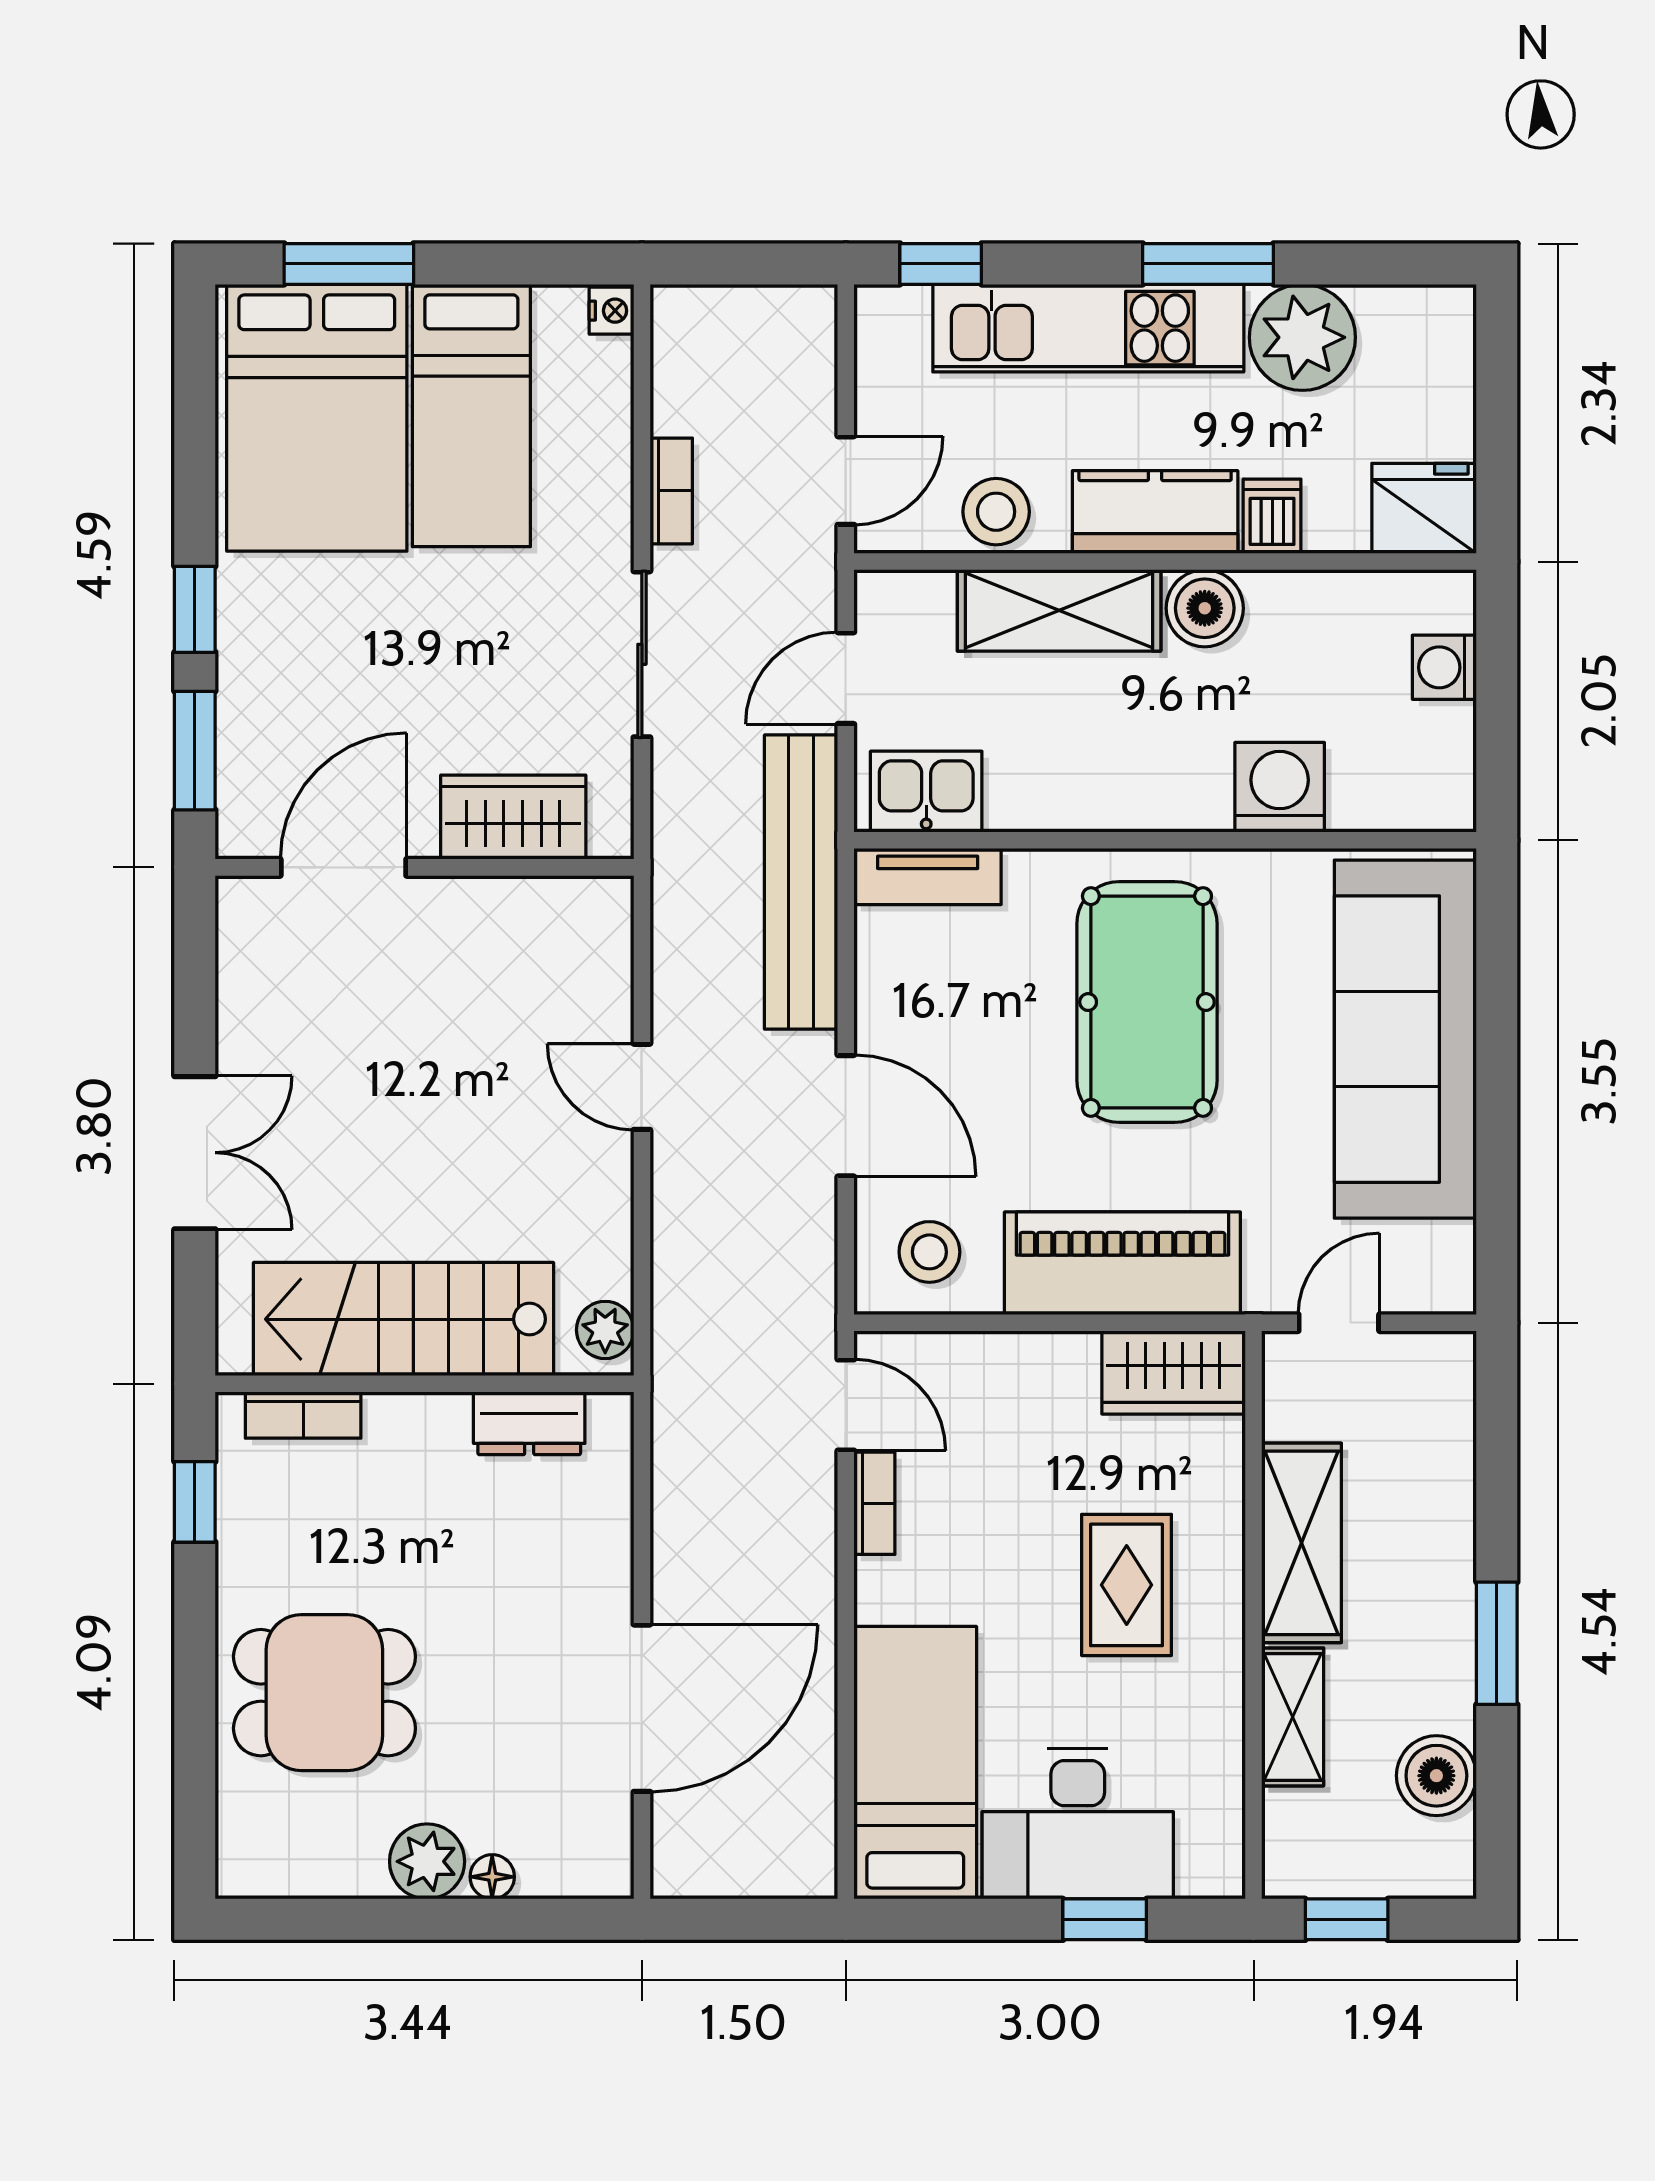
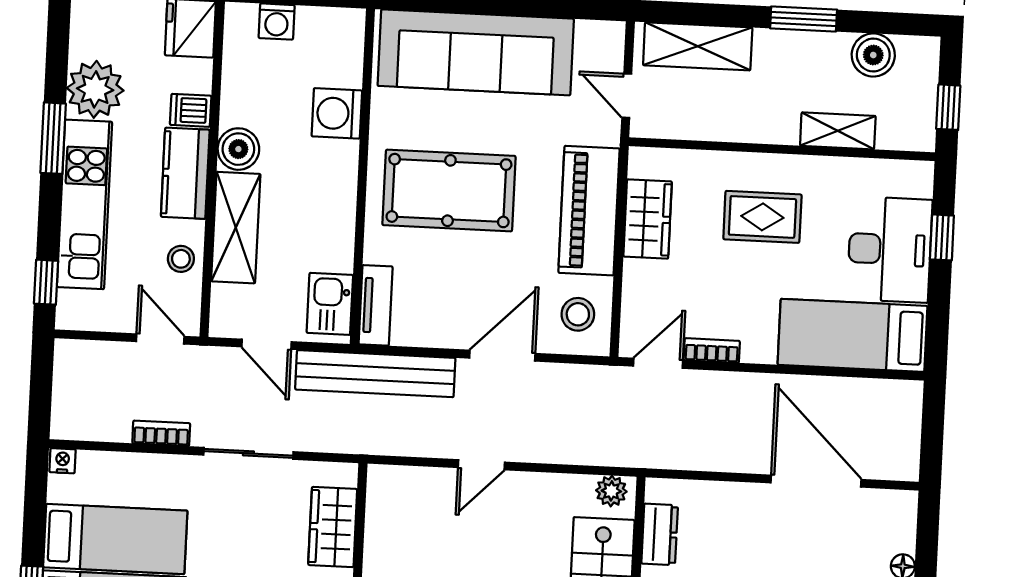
stool: (996, 512) -> (181, 259), width x0.73, depth x0.73
wardrobe: (1174, 1372) -> (648, 219), moved
shelving: (1302, 1543) -> (698, 46), moved

